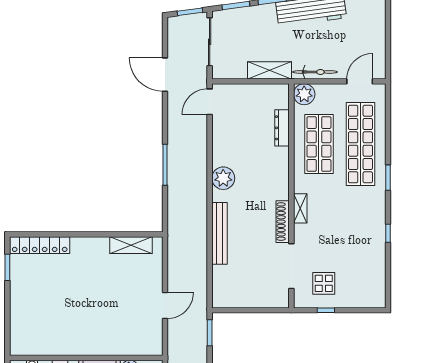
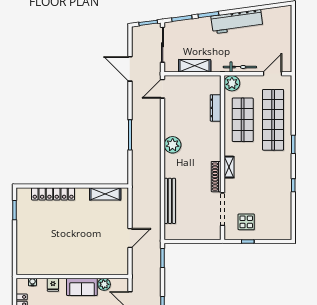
shelving: (269, 70) -> (195, 66), moved
bench: (220, 233) -> (170, 201), moved
locker: (40, 245) -> (53, 194), moved

